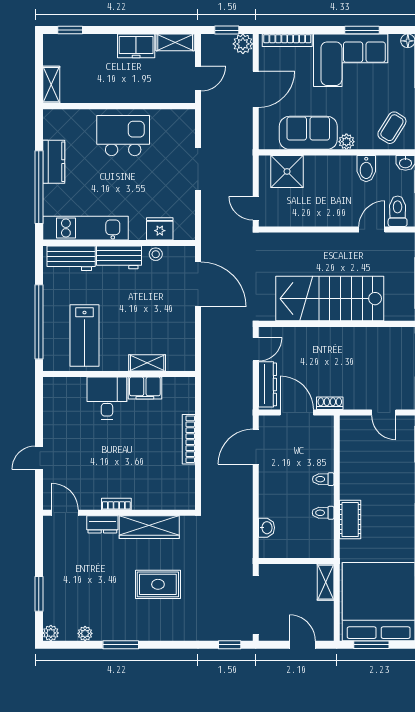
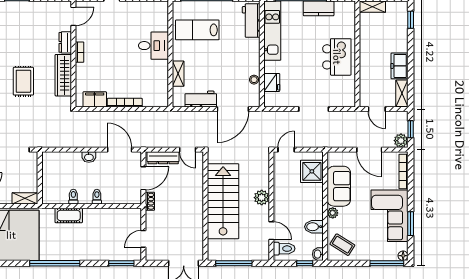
plant: (324, 243) -> (262, 198), added
workbench: (119, 257) -> (201, 99), moved, turned 90
filing cabinet: (145, 388) -> (95, 99), moved, turned 90
washbasin: (267, 528) -> (89, 157), moved

